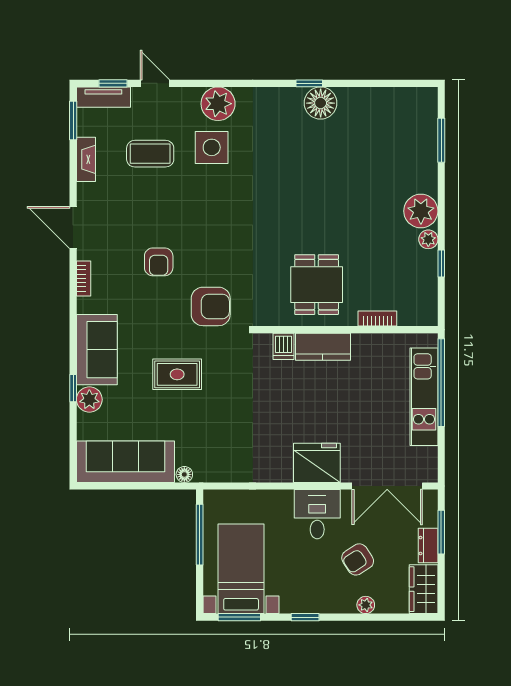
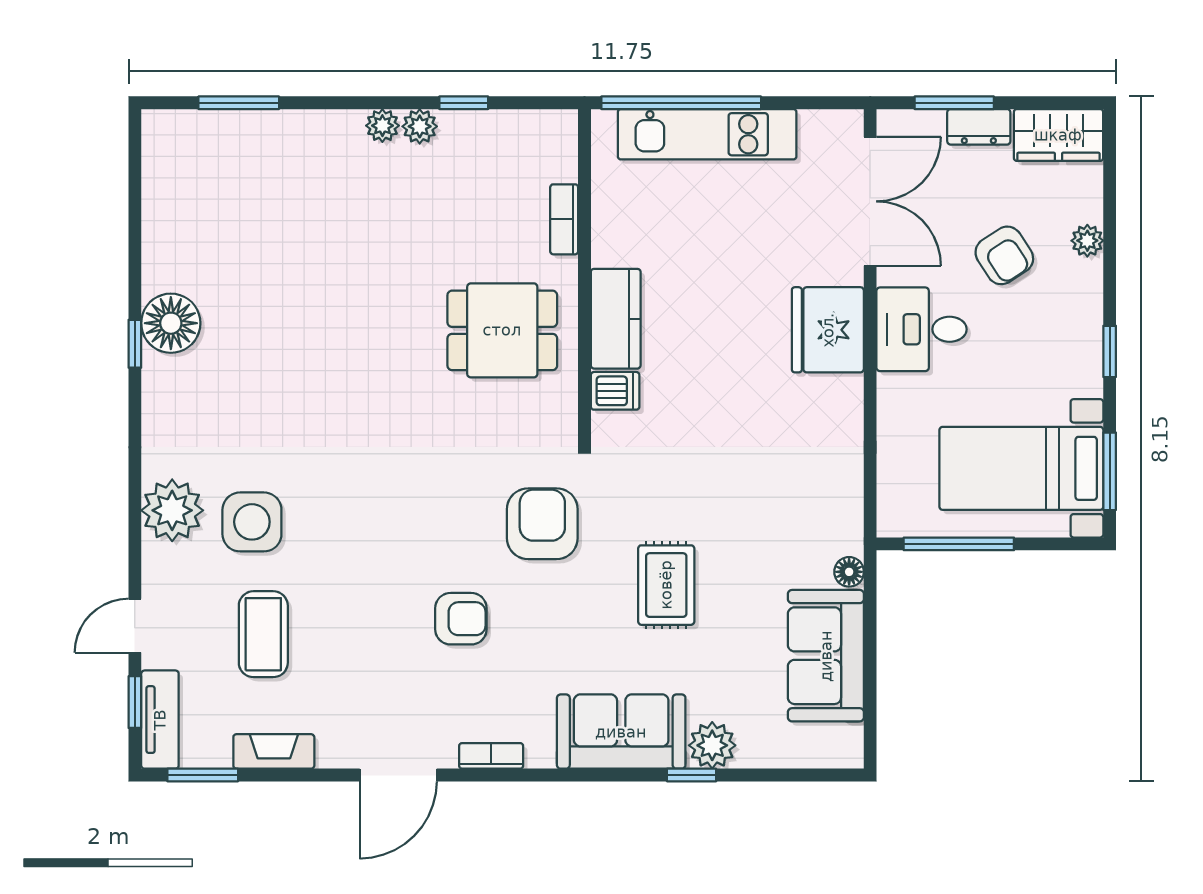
plant: (421, 211) -> (382, 126), width x0.53, depth x0.53
sofa: (125, 462) -> (826, 656), width x0.73

